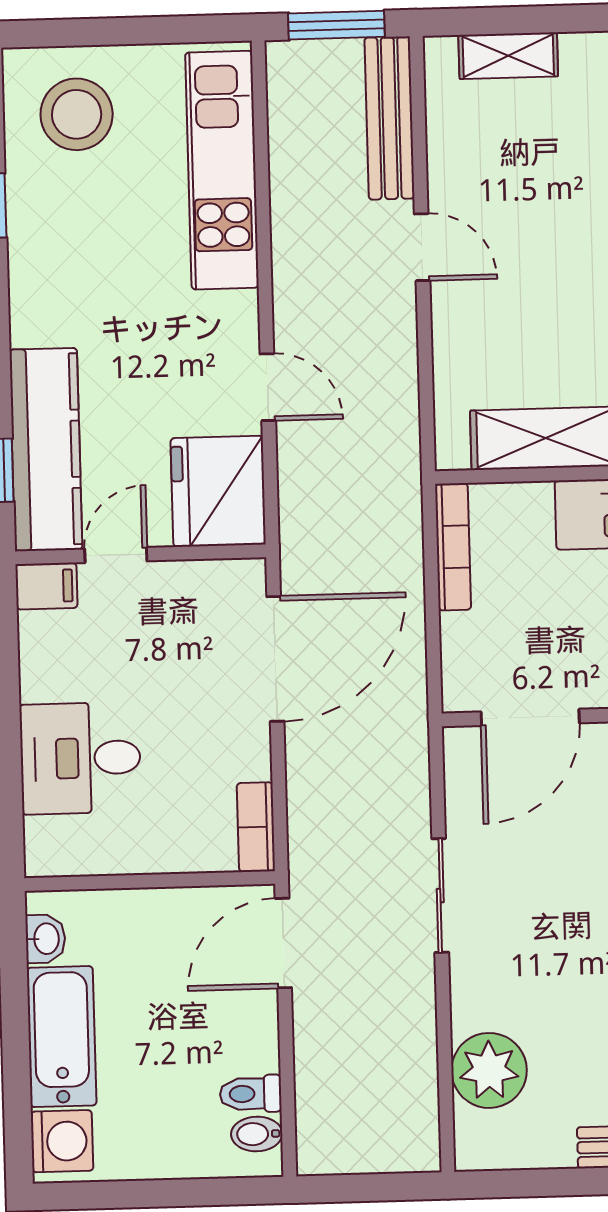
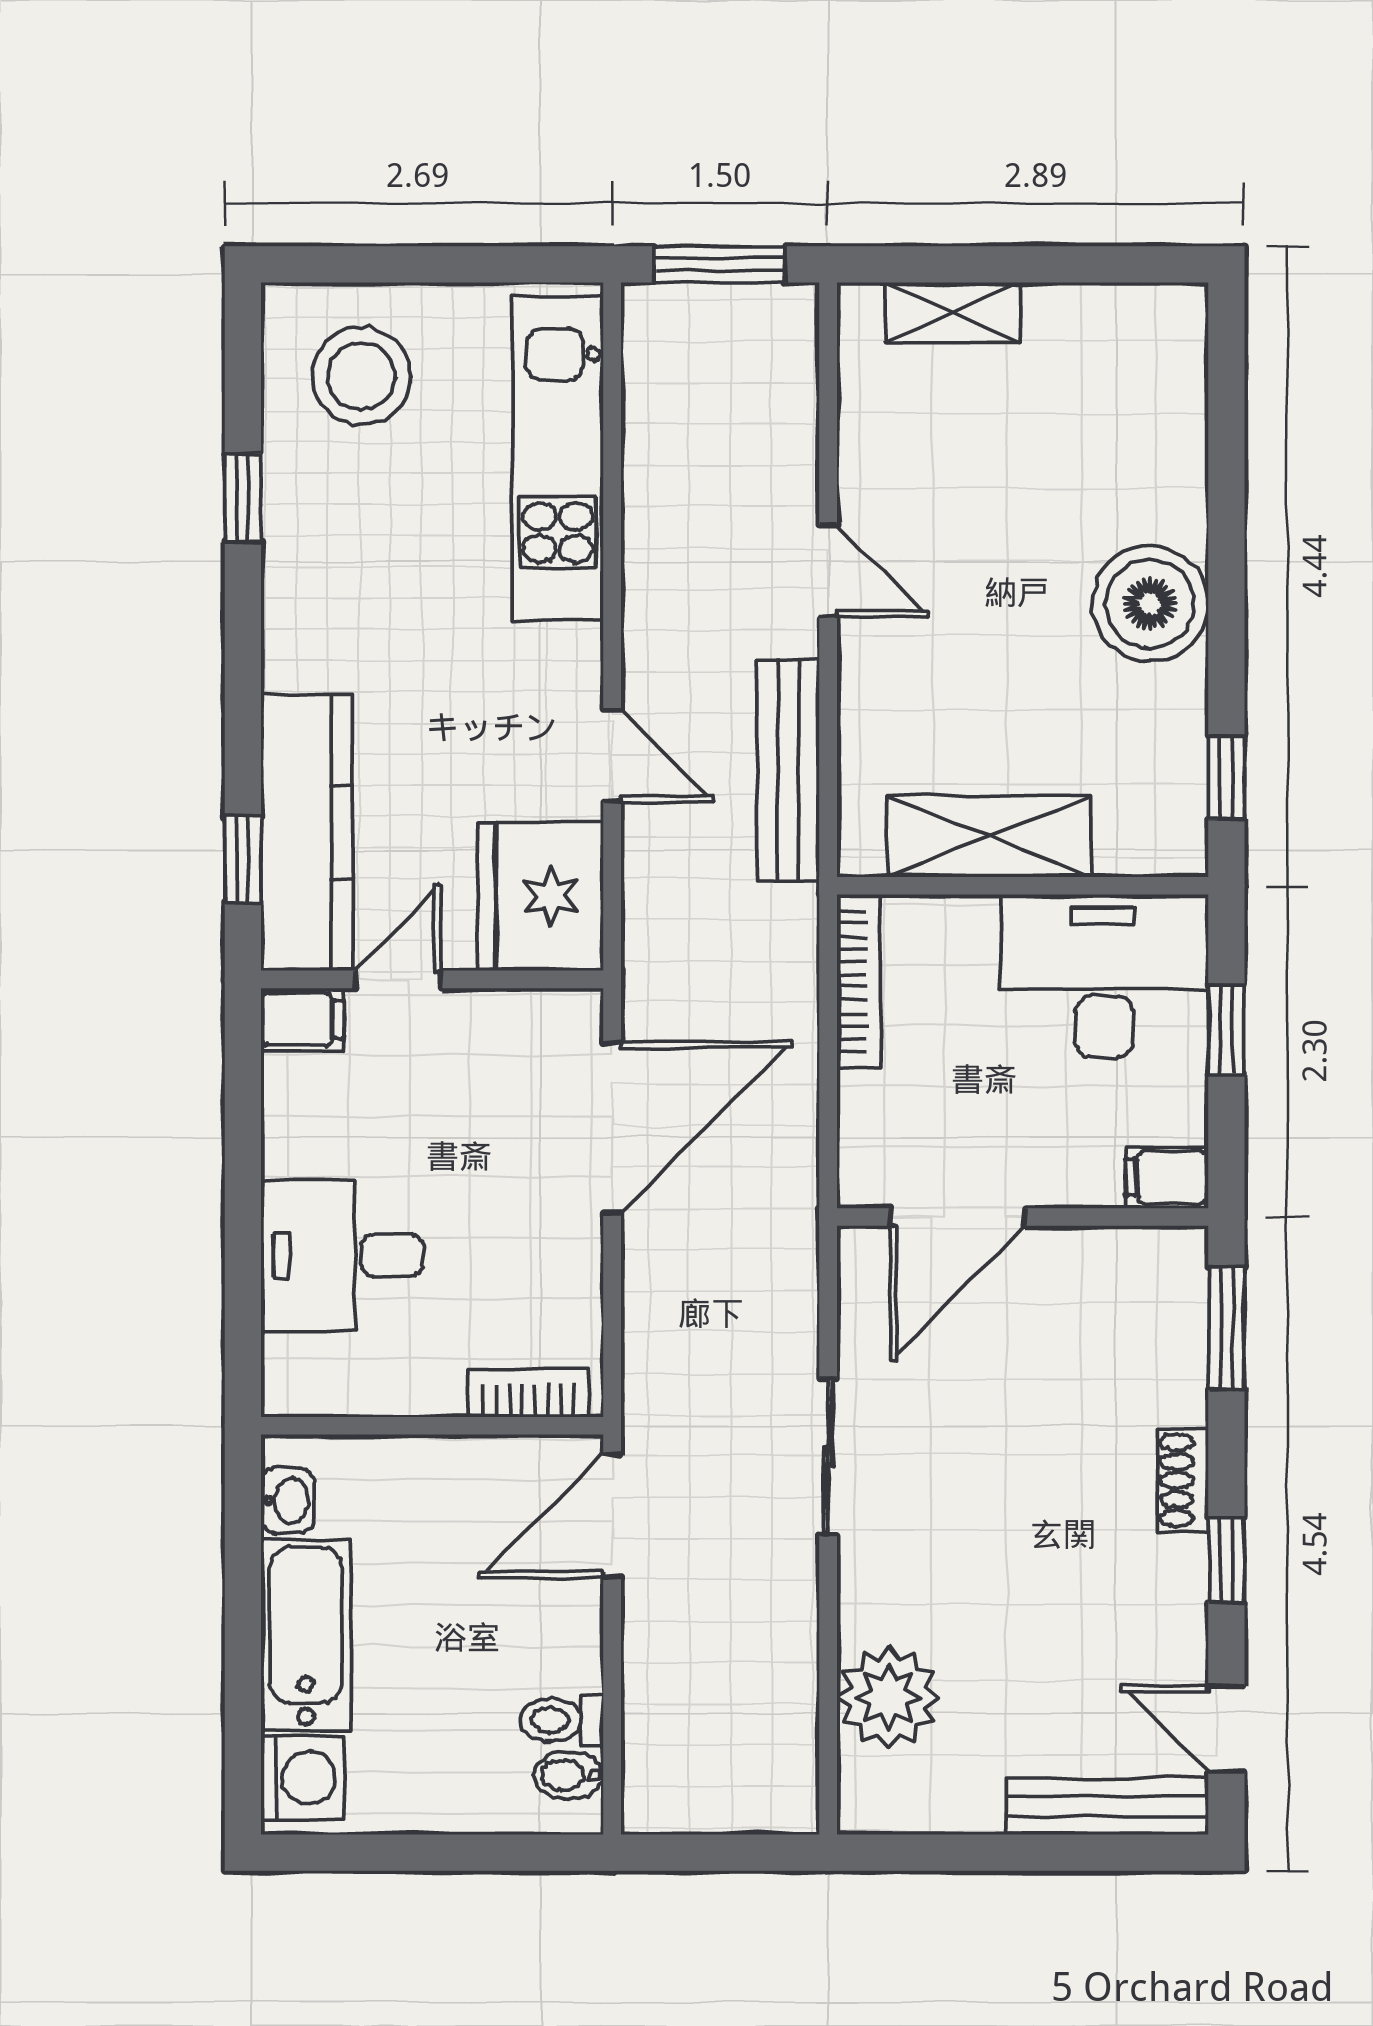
bench: (389, 118) -> (788, 771), moved
bookcase: (256, 827) -> (529, 1393), moved, turned 90

